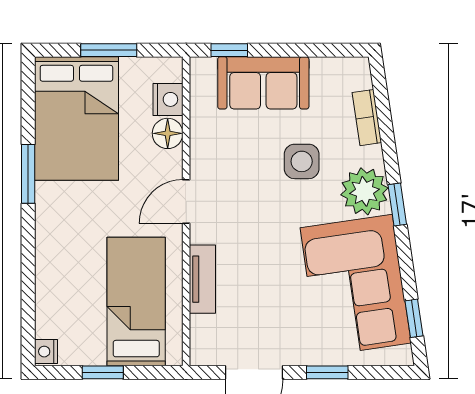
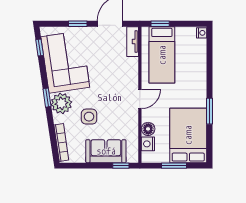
bookcase: (367, 118) -> (61, 143), width x1.56
tv unit: (202, 279) -> (133, 42), moved
window: (103, 372) -> (160, 24), moved

